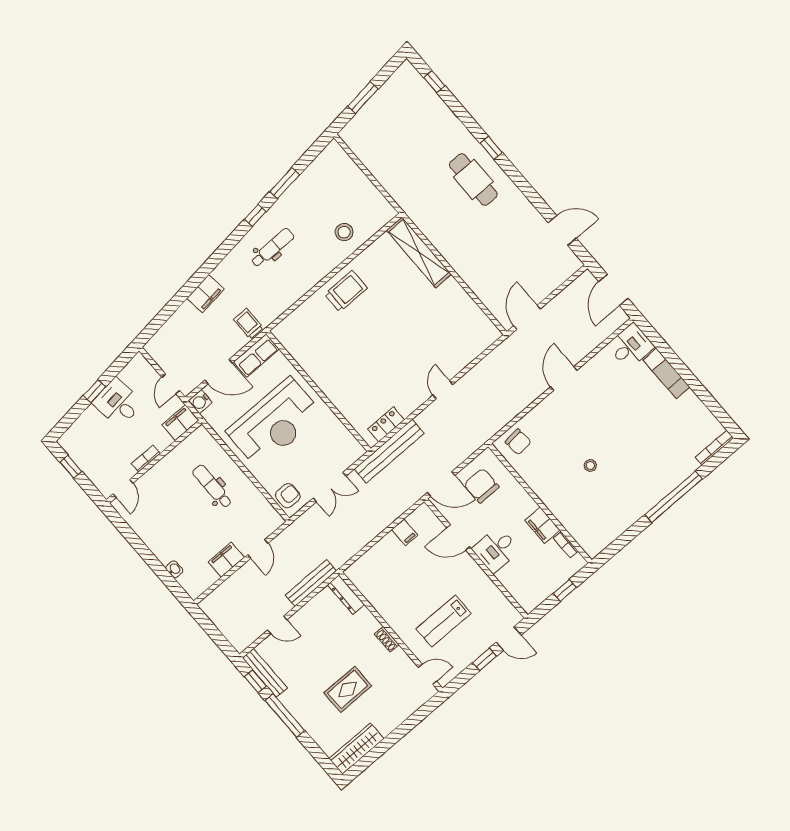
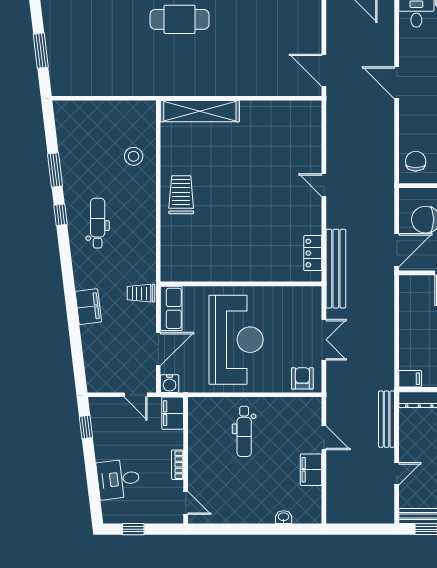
window: (94, 391) -> (86, 427), moved
desk: (118, 403) -> (118, 479), moved
chair: (518, 442) -> (416, 161), turned -84
dental chair: (212, 486) -> (244, 431), turned -90
filing cabinet: (405, 532) -> (410, 379), moved

